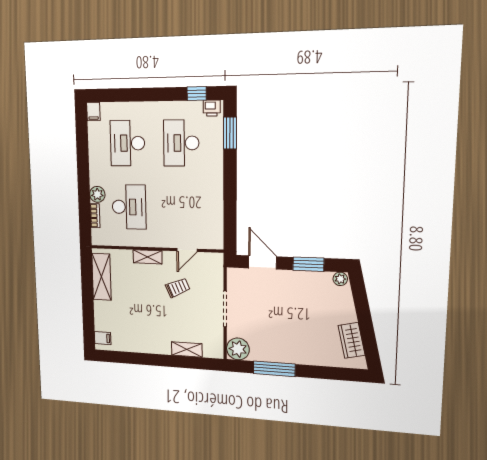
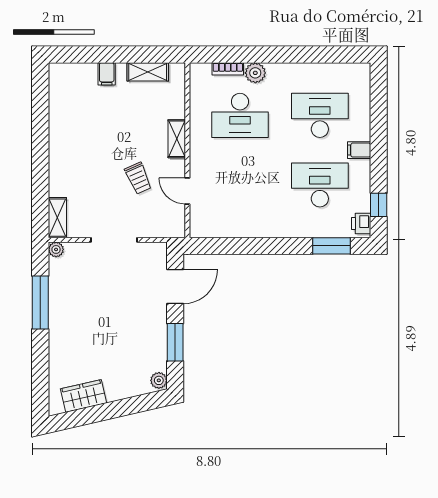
filing cabinet: (93, 112) -> (359, 150), moved
shelving: (101, 277) -> (148, 72), width x0.67, depth x0.75
filing cabinet: (103, 338) -> (107, 74), moved
shelving: (187, 349) -> (57, 218), moved
plant: (238, 349) -> (56, 249), width x0.53, depth x0.53

